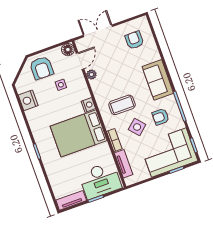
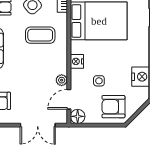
armchair: (42, 68) -> (113, 107), turned -90
nightstand: (88, 105) -> (77, 61), moved

